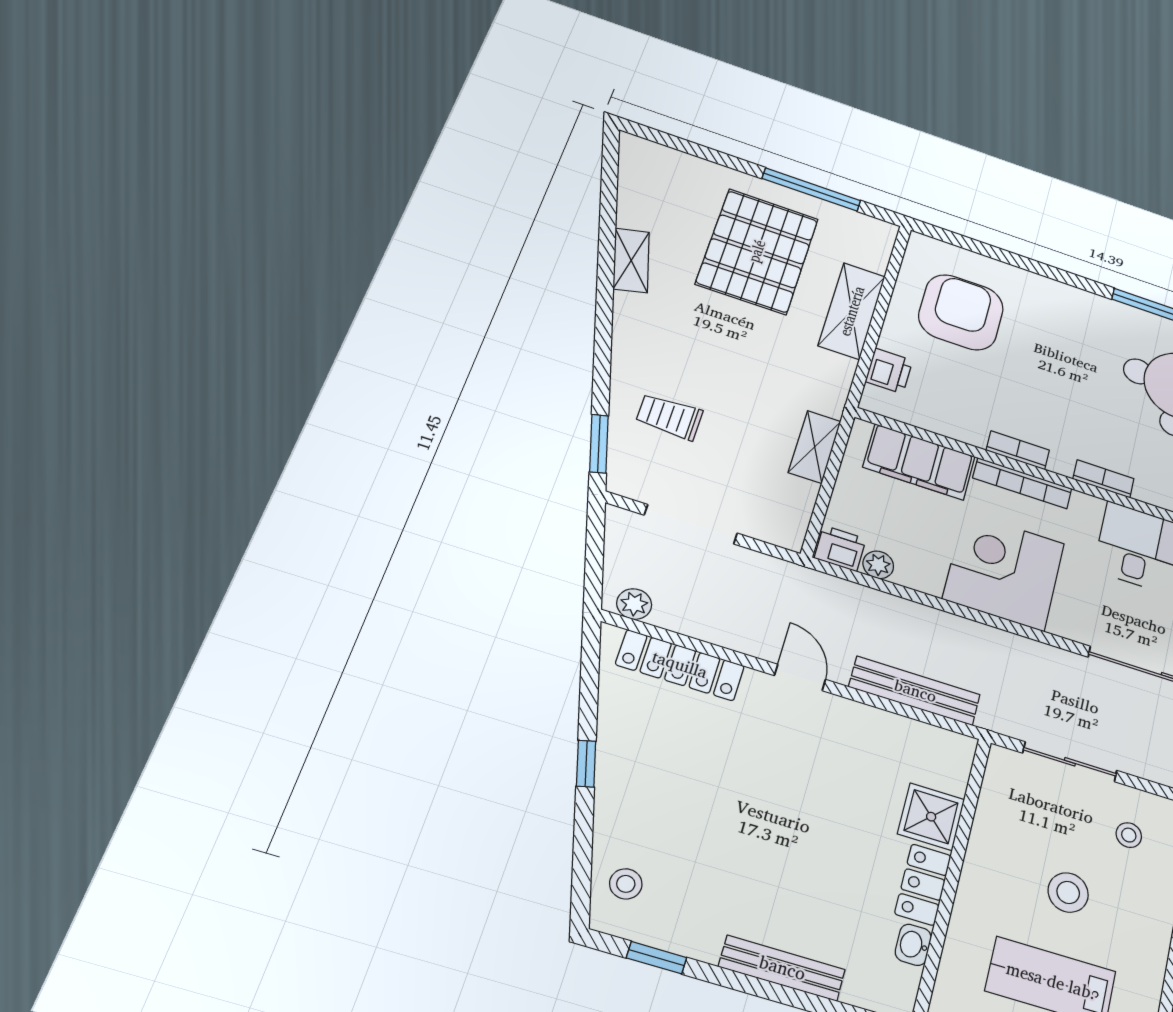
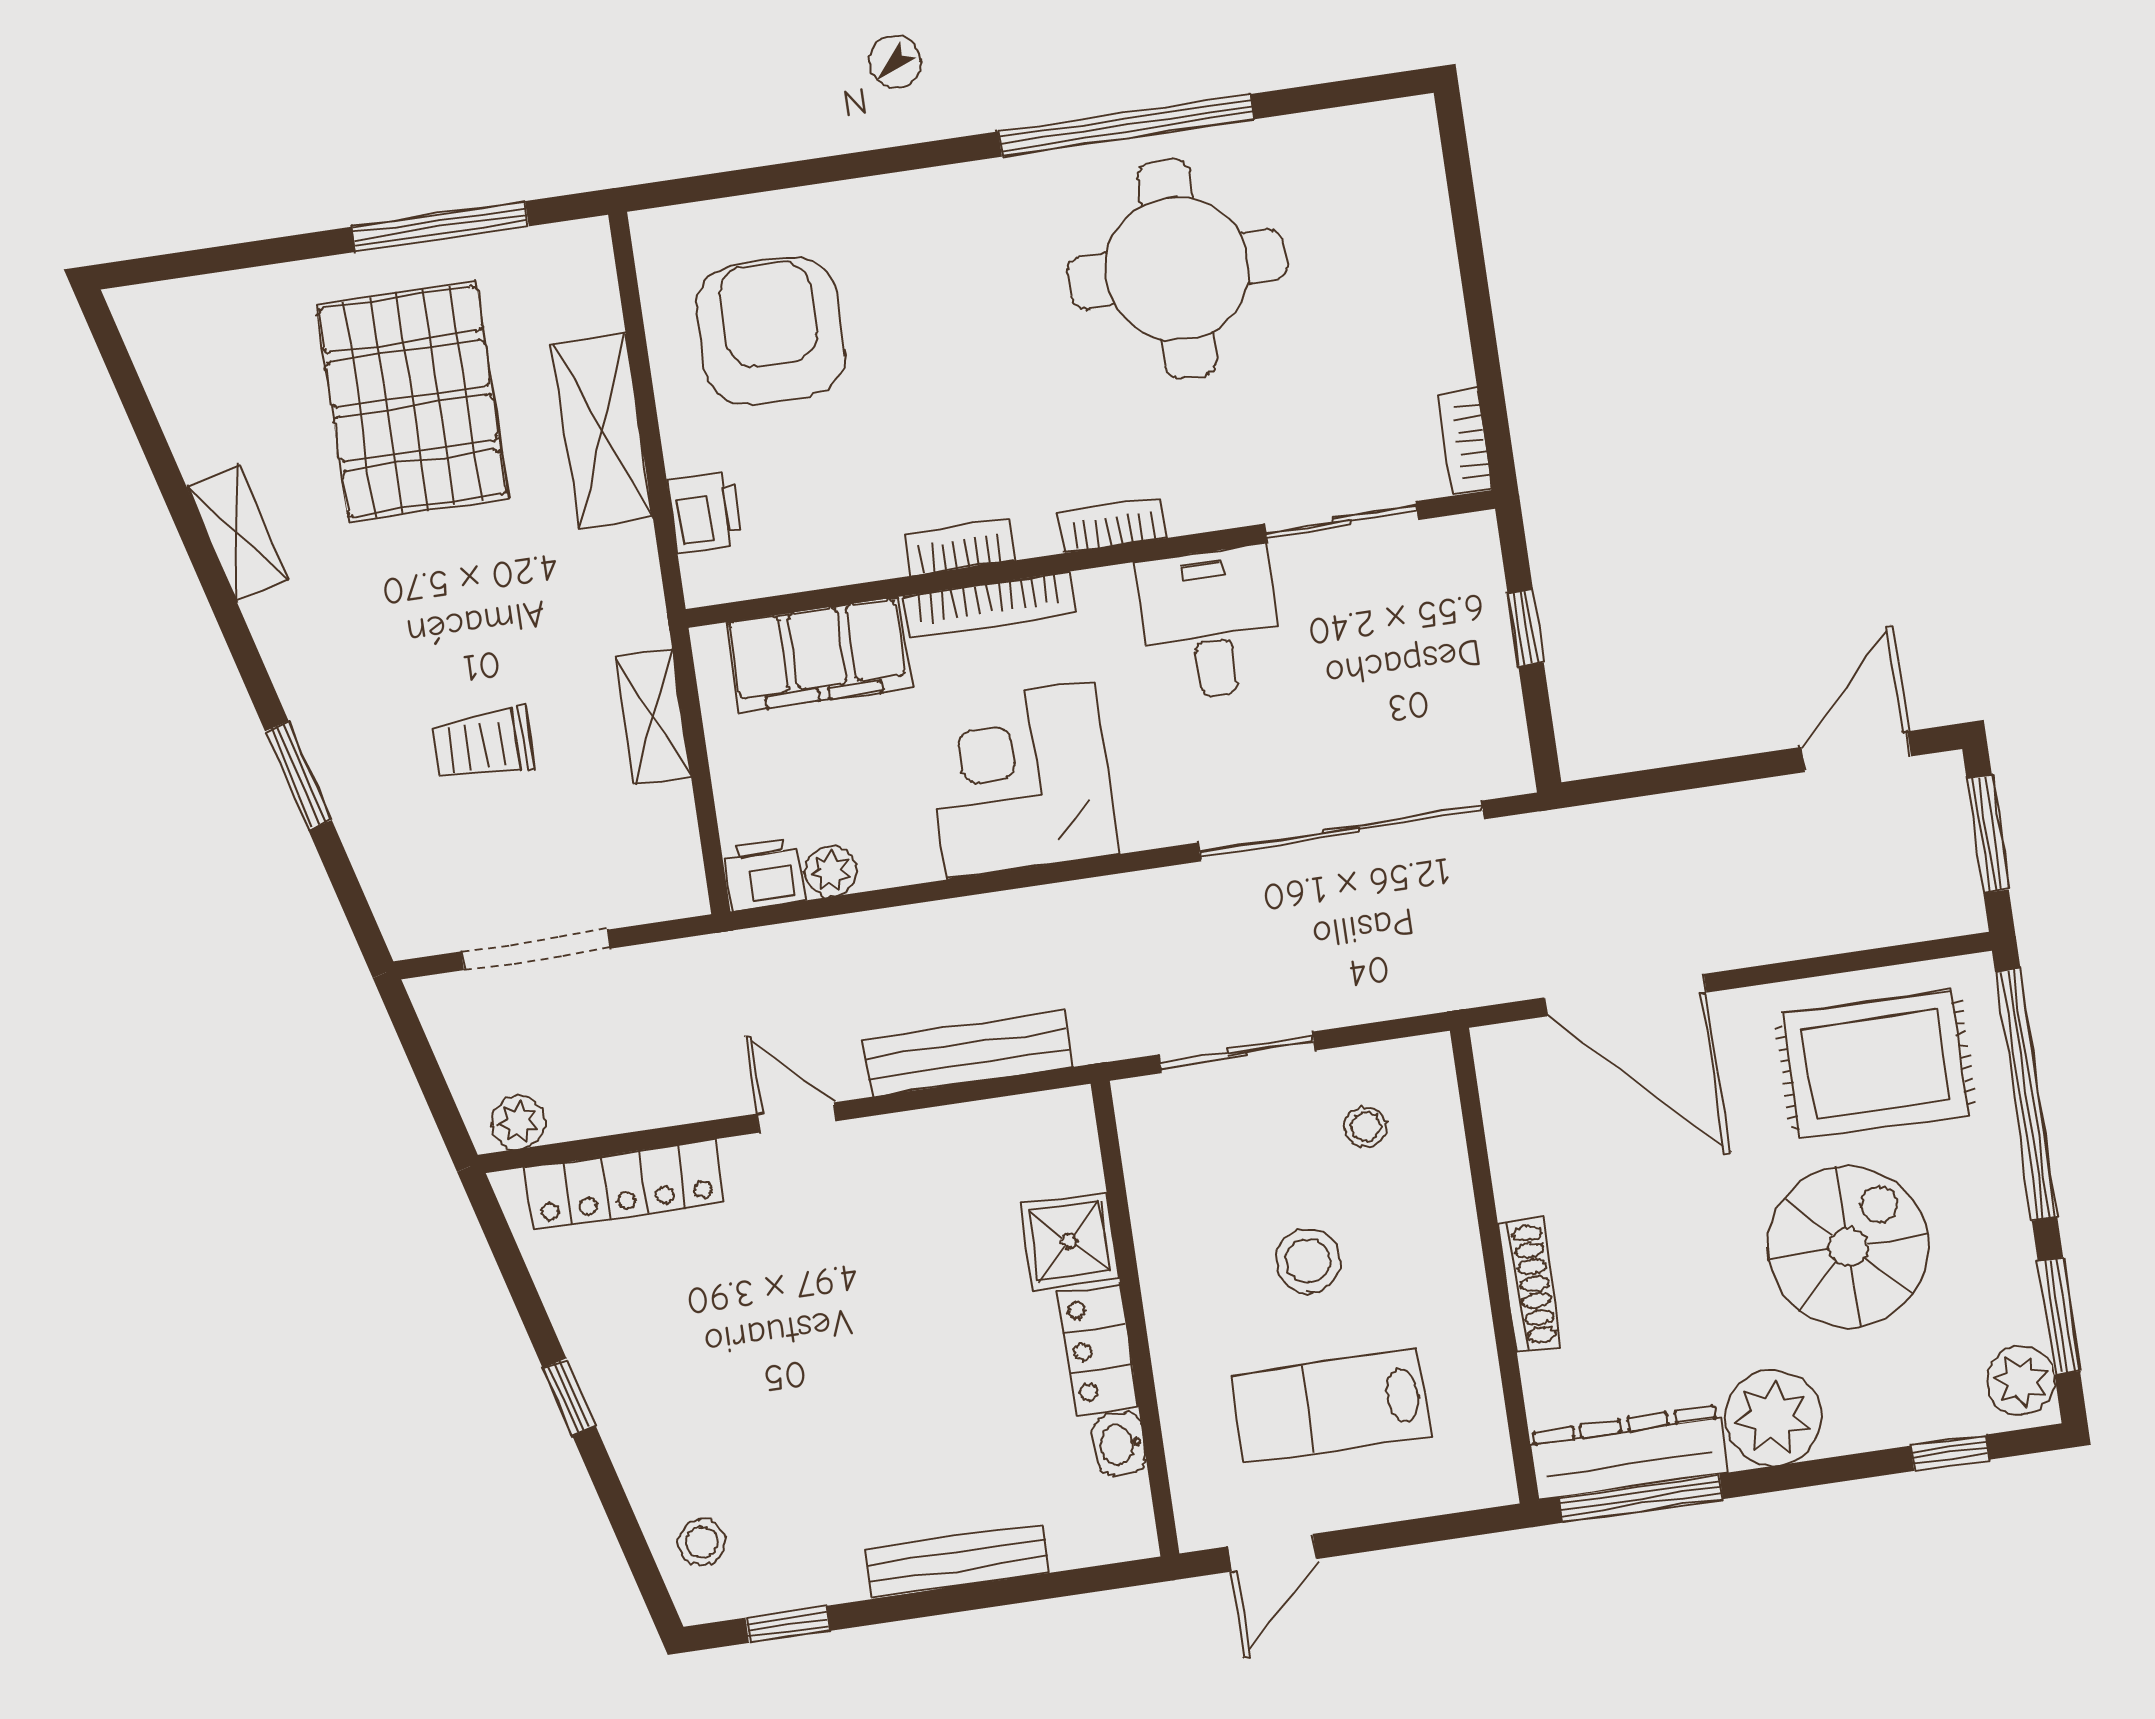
trolley: (669, 417) -> (482, 745), moved
window: (599, 444) -> (298, 776), moved

